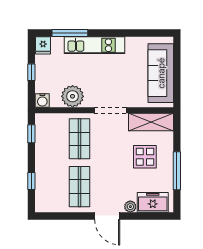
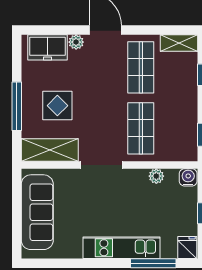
plant: (73, 96) -> (156, 176), width x0.53, depth x0.53
window: (177, 171) -> (17, 106), moved
shelving: (50, 206) -> (179, 43), added

